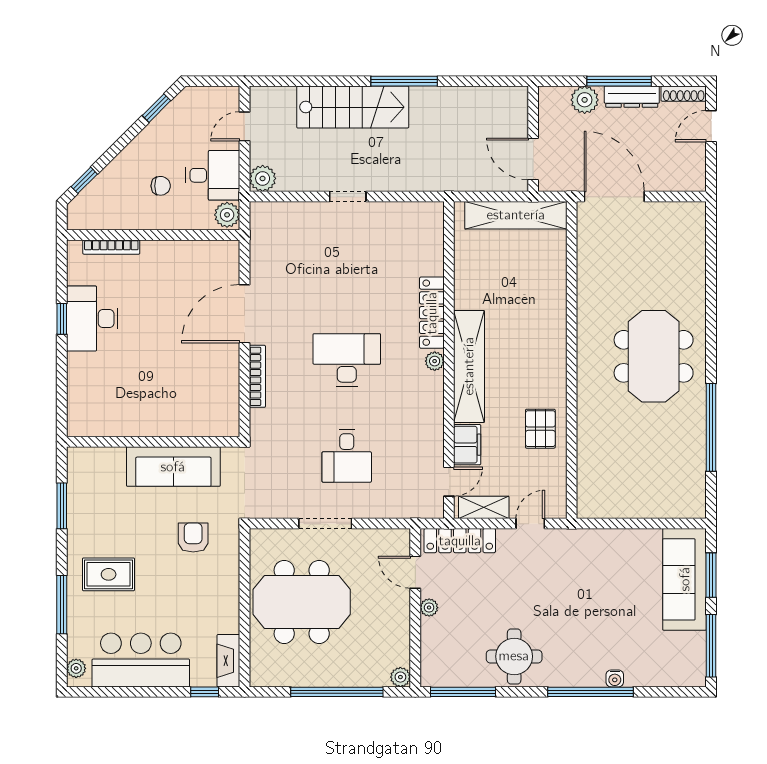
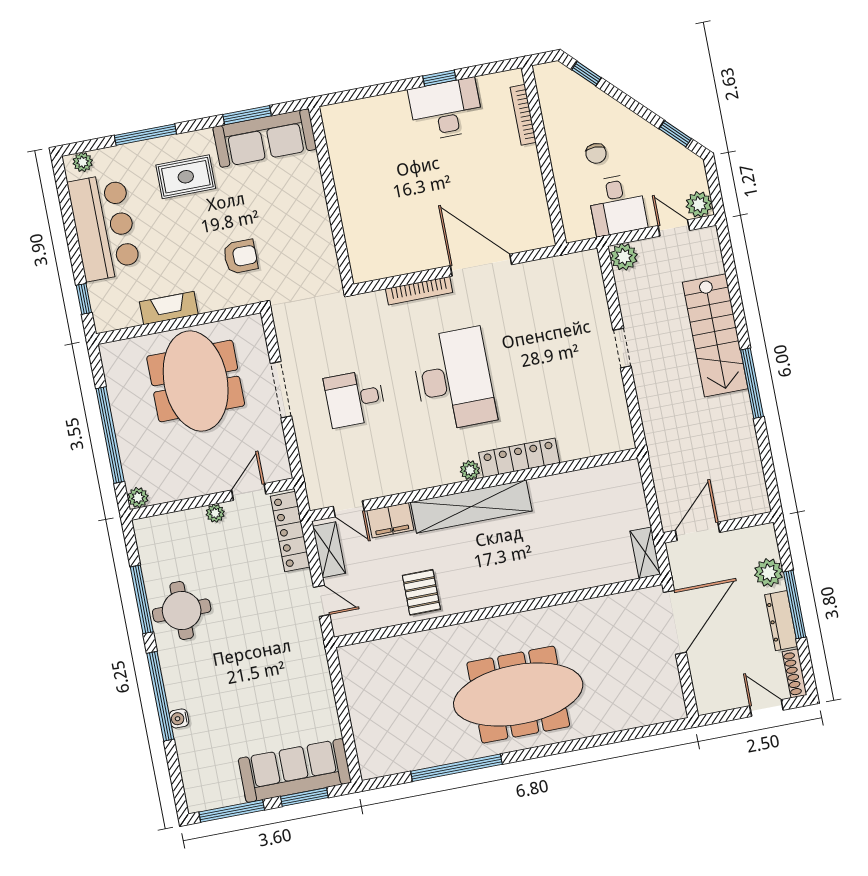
plant: (227, 215) -> (699, 204), moved
shelving: (516, 215) -> (645, 553), width x0.45, depth x0.75
meeting table: (654, 356) -> (518, 695), width x1.36
desk: (347, 360) -> (454, 379), width x1.36, depth x1.30
pallet: (540, 429) -> (421, 592), turned 90
sofa: (173, 467) -> (265, 138), moved, turned -90
rug: (109, 574) -> (186, 177), turned 90
fireplace: (228, 661) -> (169, 308), moved
window: (463, 692) -> (142, 599), moved

